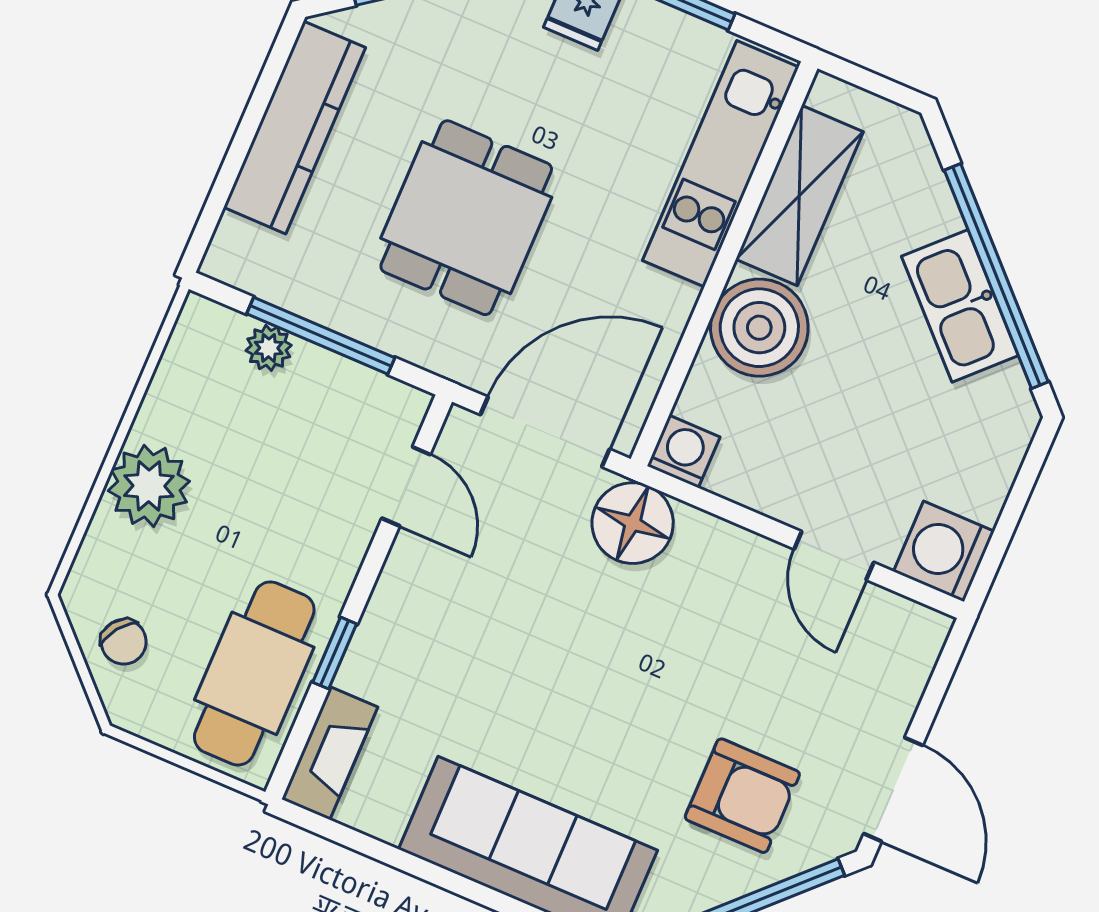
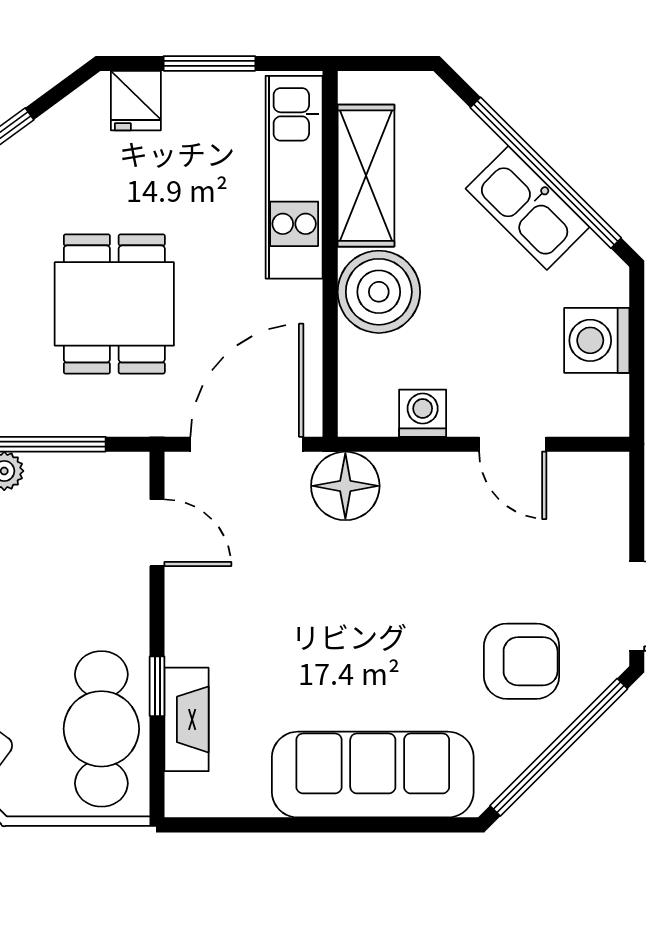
washing machine: (684, 451) -> (423, 413), moved
washing machine: (944, 551) -> (597, 340), moved
fireplace: (330, 753) -> (187, 719), moved

